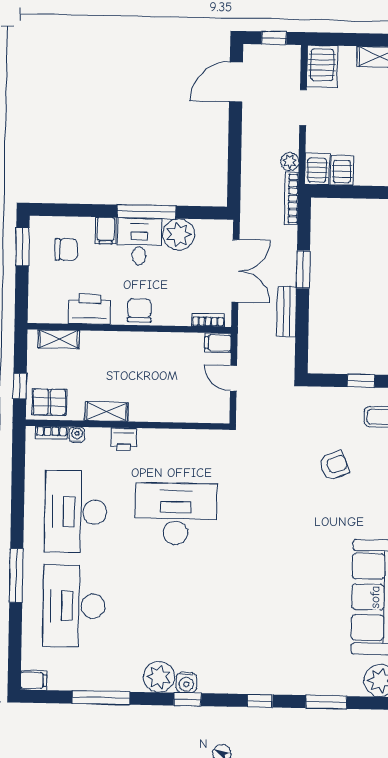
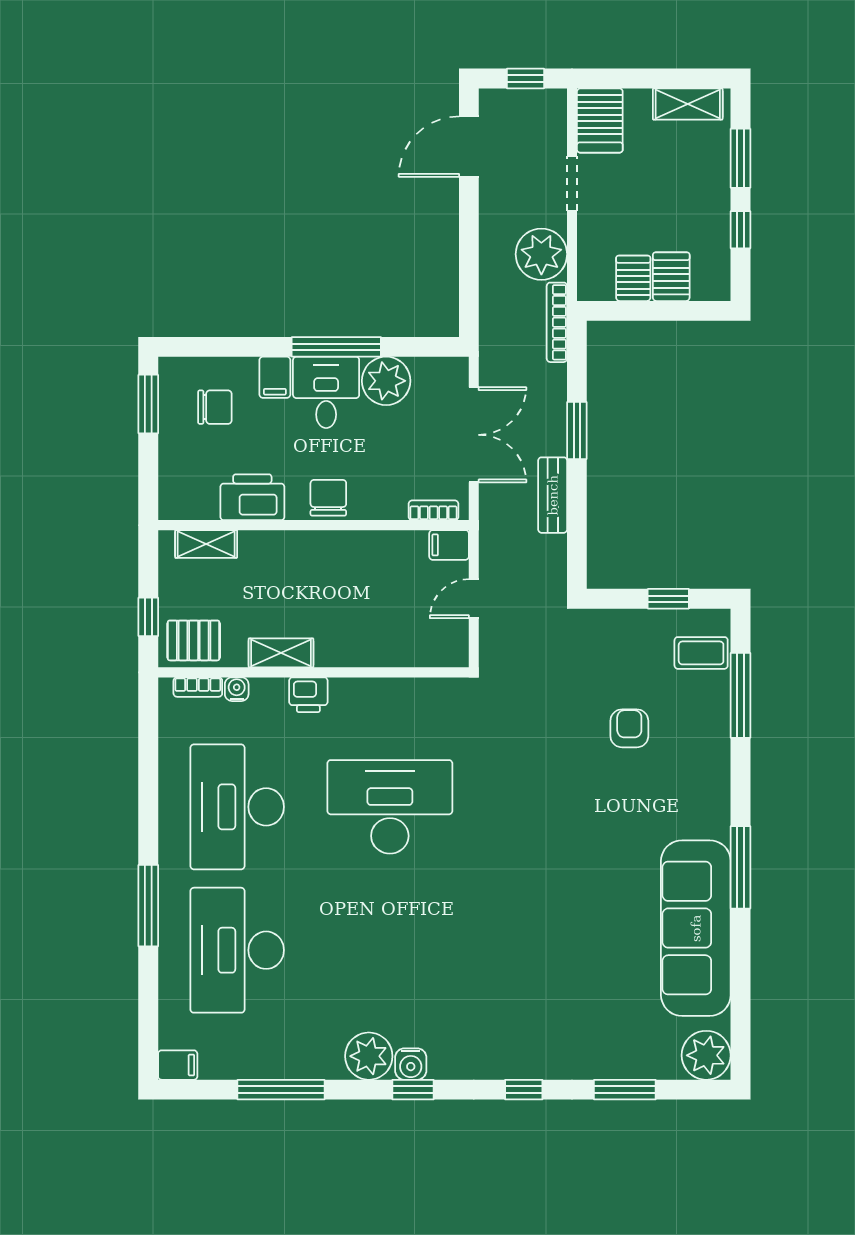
plant: (290, 161) -> (541, 254), width x1.88, depth x1.88
server rack: (317, 169) -> (671, 277), moved
door: (233, 378) -> (474, 599), hinge flipped
armchair: (334, 465) -> (629, 728), turned -69

